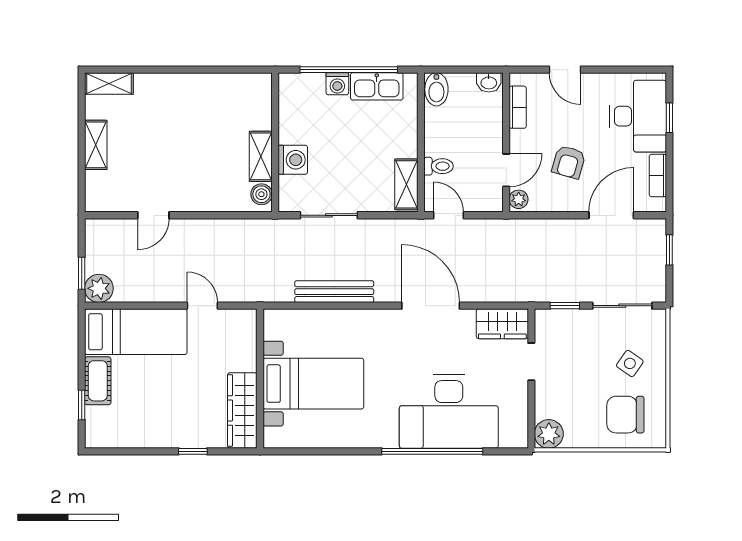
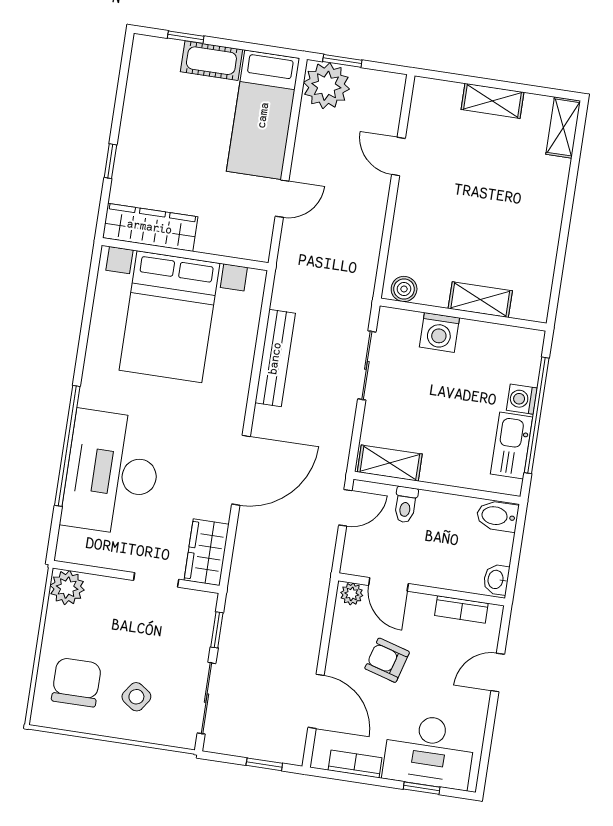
shelving: (261, 156) -> (480, 300), moved
plant: (99, 288) -> (326, 86), width x1.36, depth x1.36
bed with nightstands: (313, 384) -> (169, 317), width x1.36

